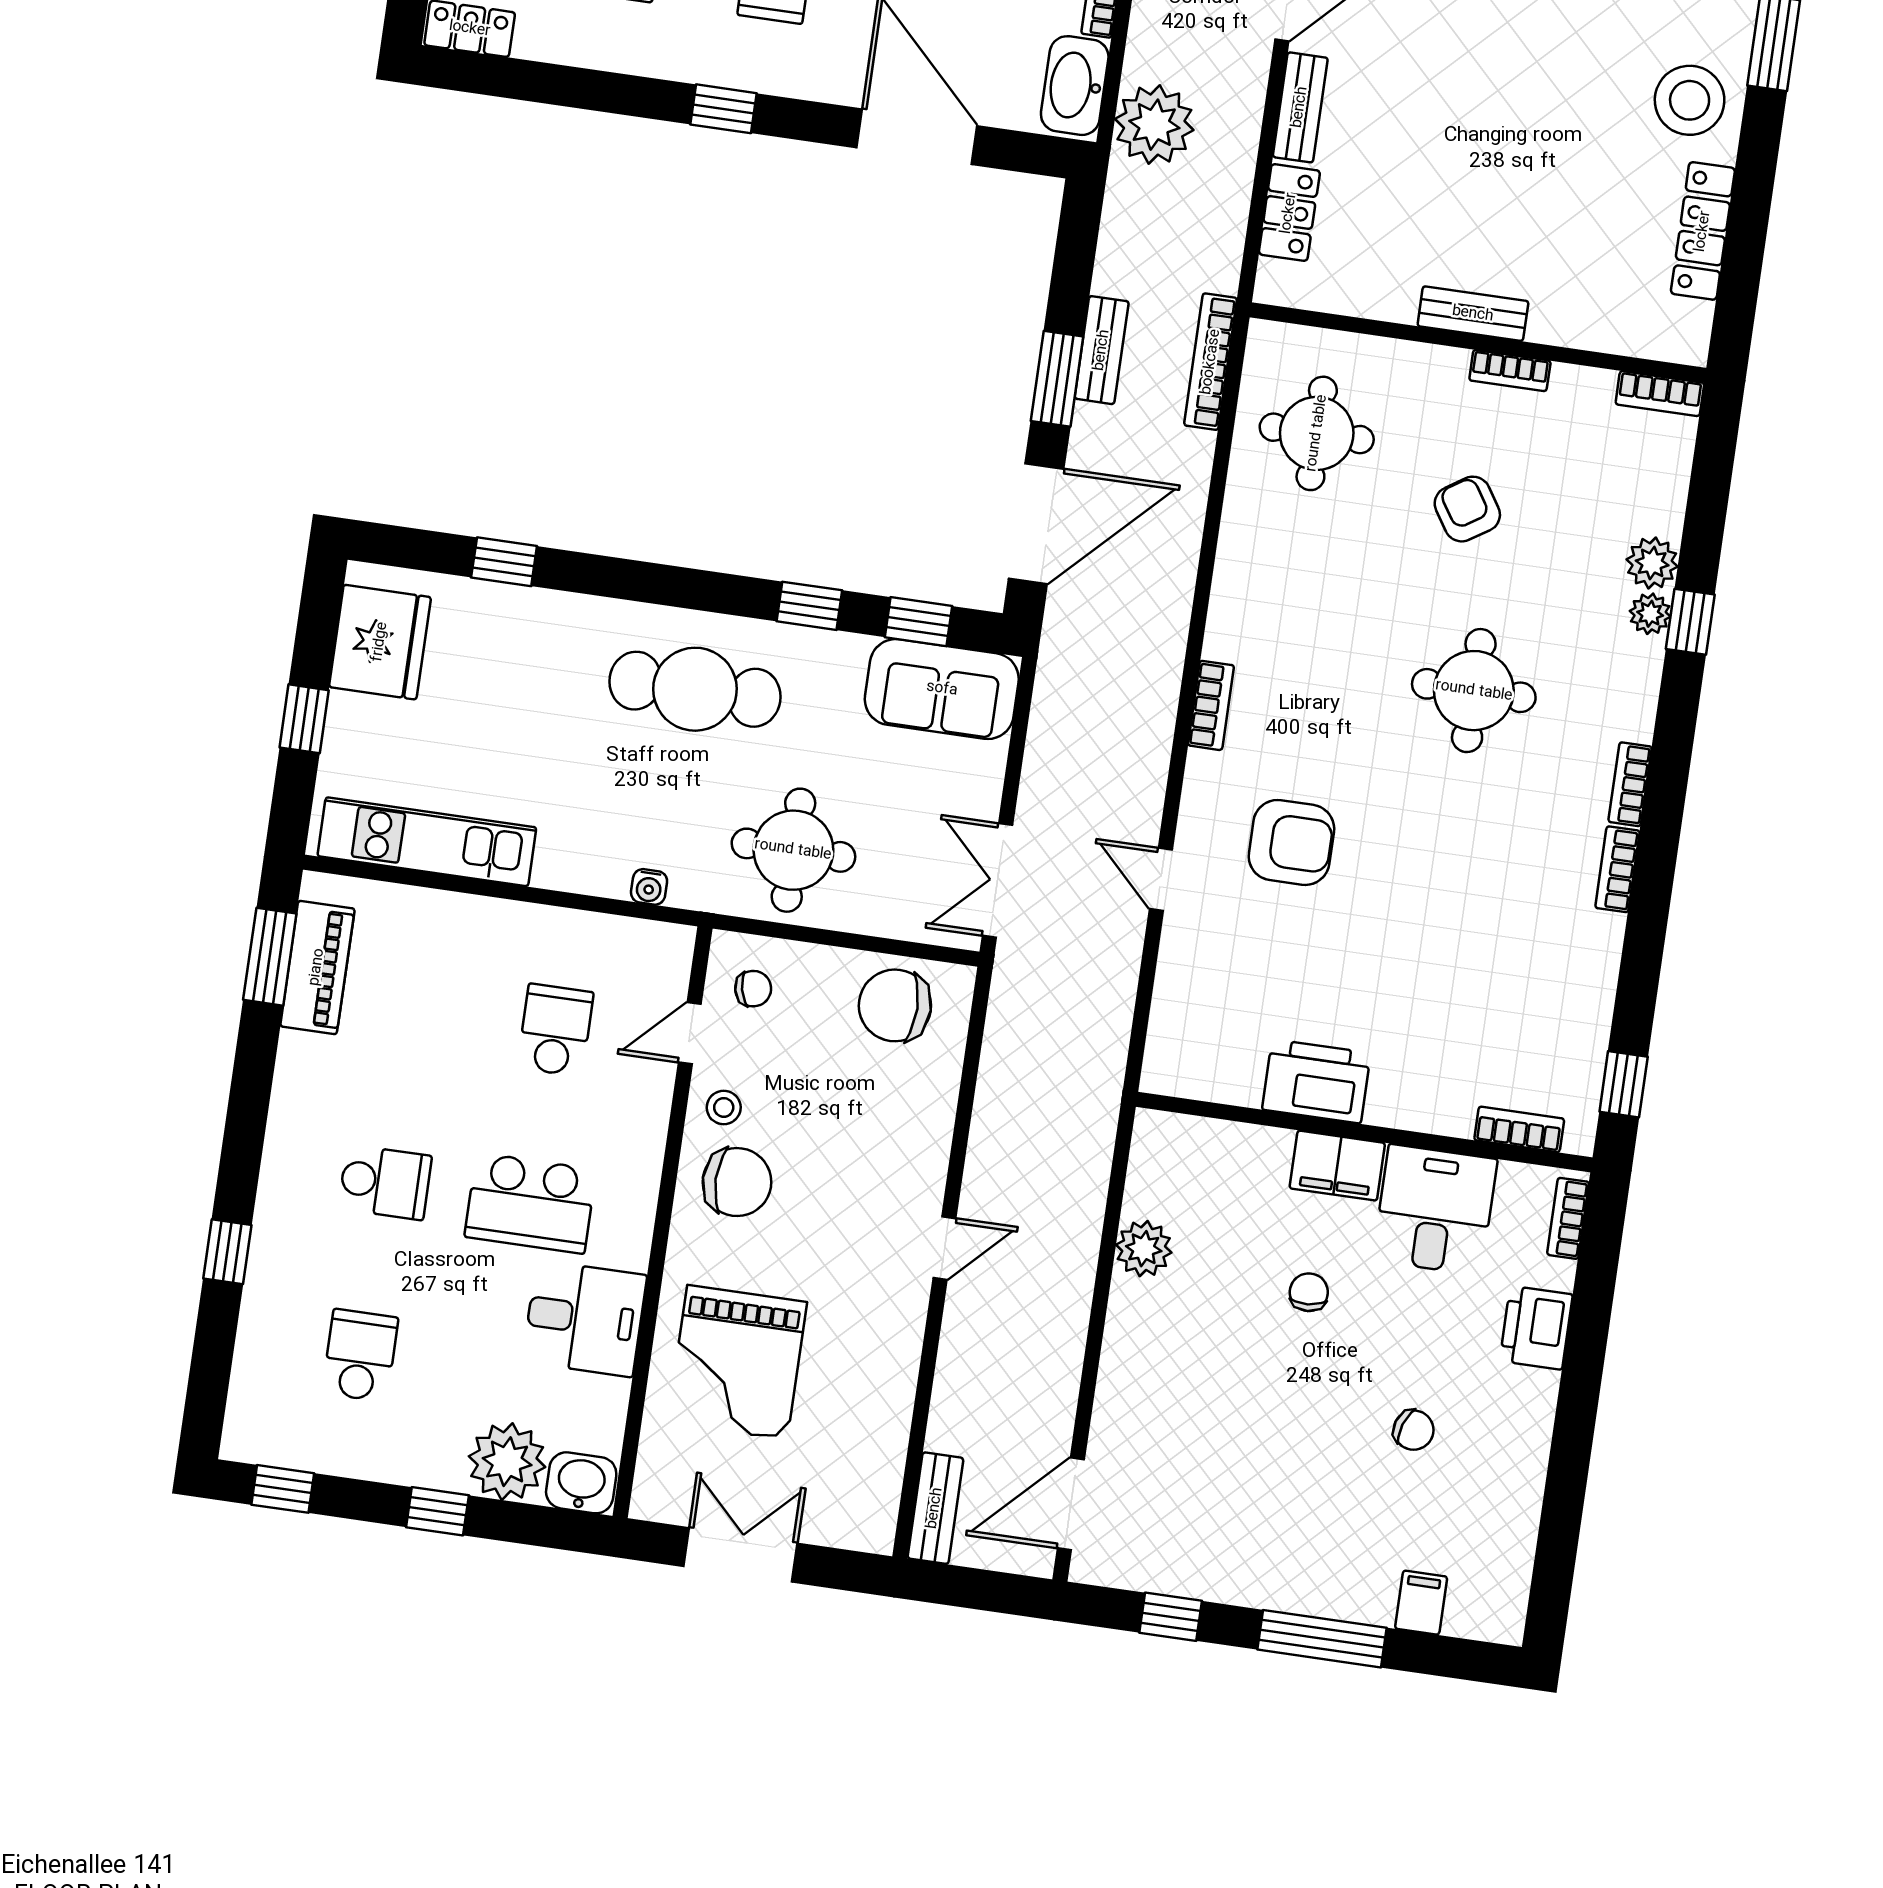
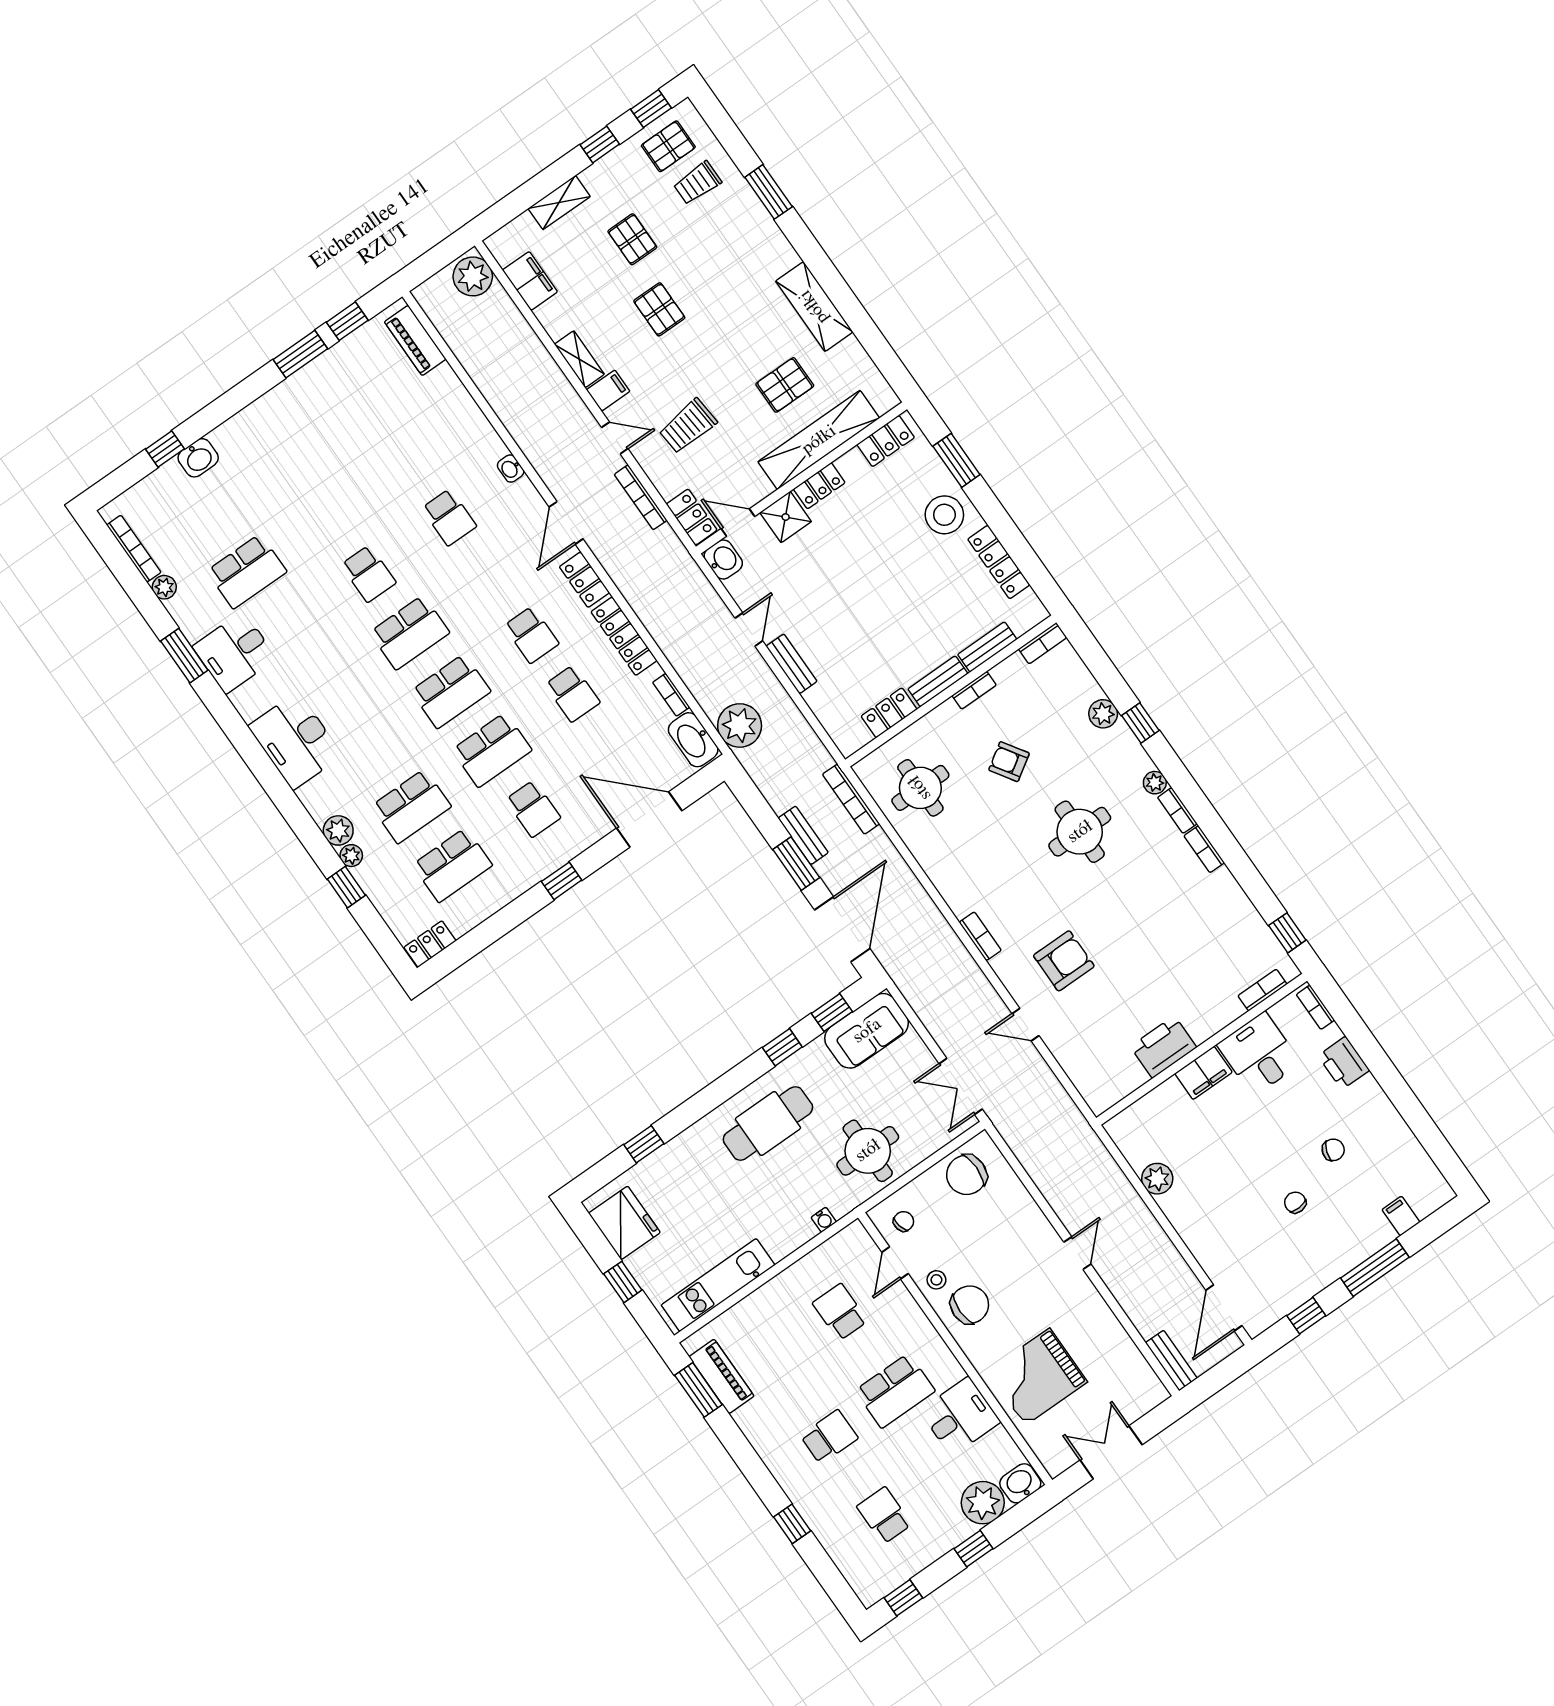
locker: (1289, 213) -> (889, 713), moved, turned -90
bench: (1582, 330) -> (987, 647), added
plant: (1650, 614) -> (1155, 783), moved
chair: (1309, 1292) -> (1295, 1202), moved
grand piano: (737, 1362) -> (1037, 1377), turned 90

